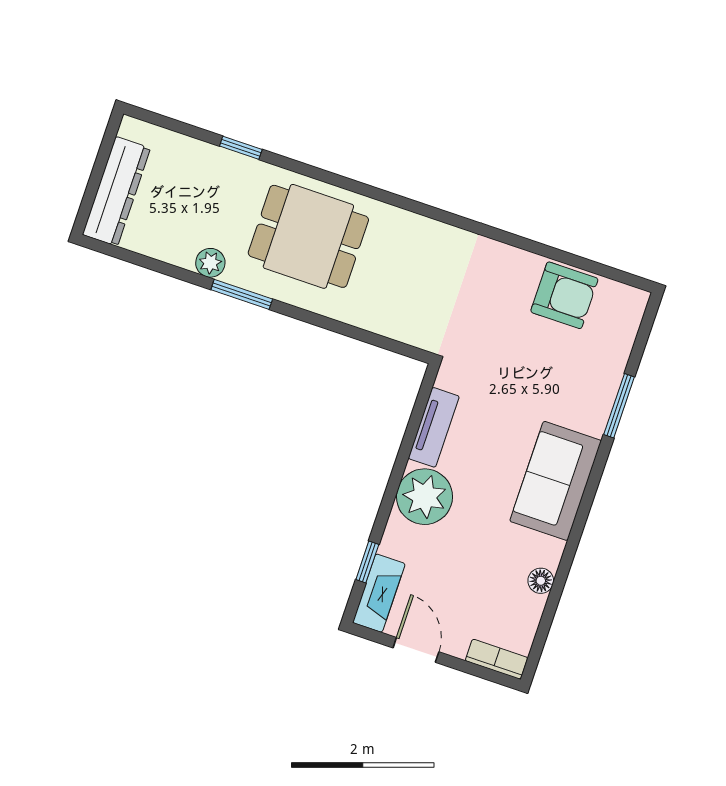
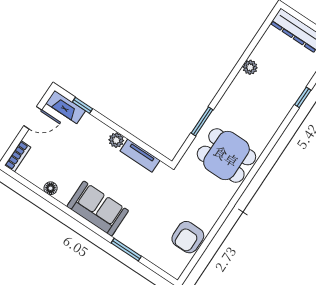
dining table: (308, 236) -> (226, 156), moved, turned 90
window: (242, 294) -> (202, 121), moved
plant: (425, 497) -> (116, 140), width x0.53, depth x0.53

